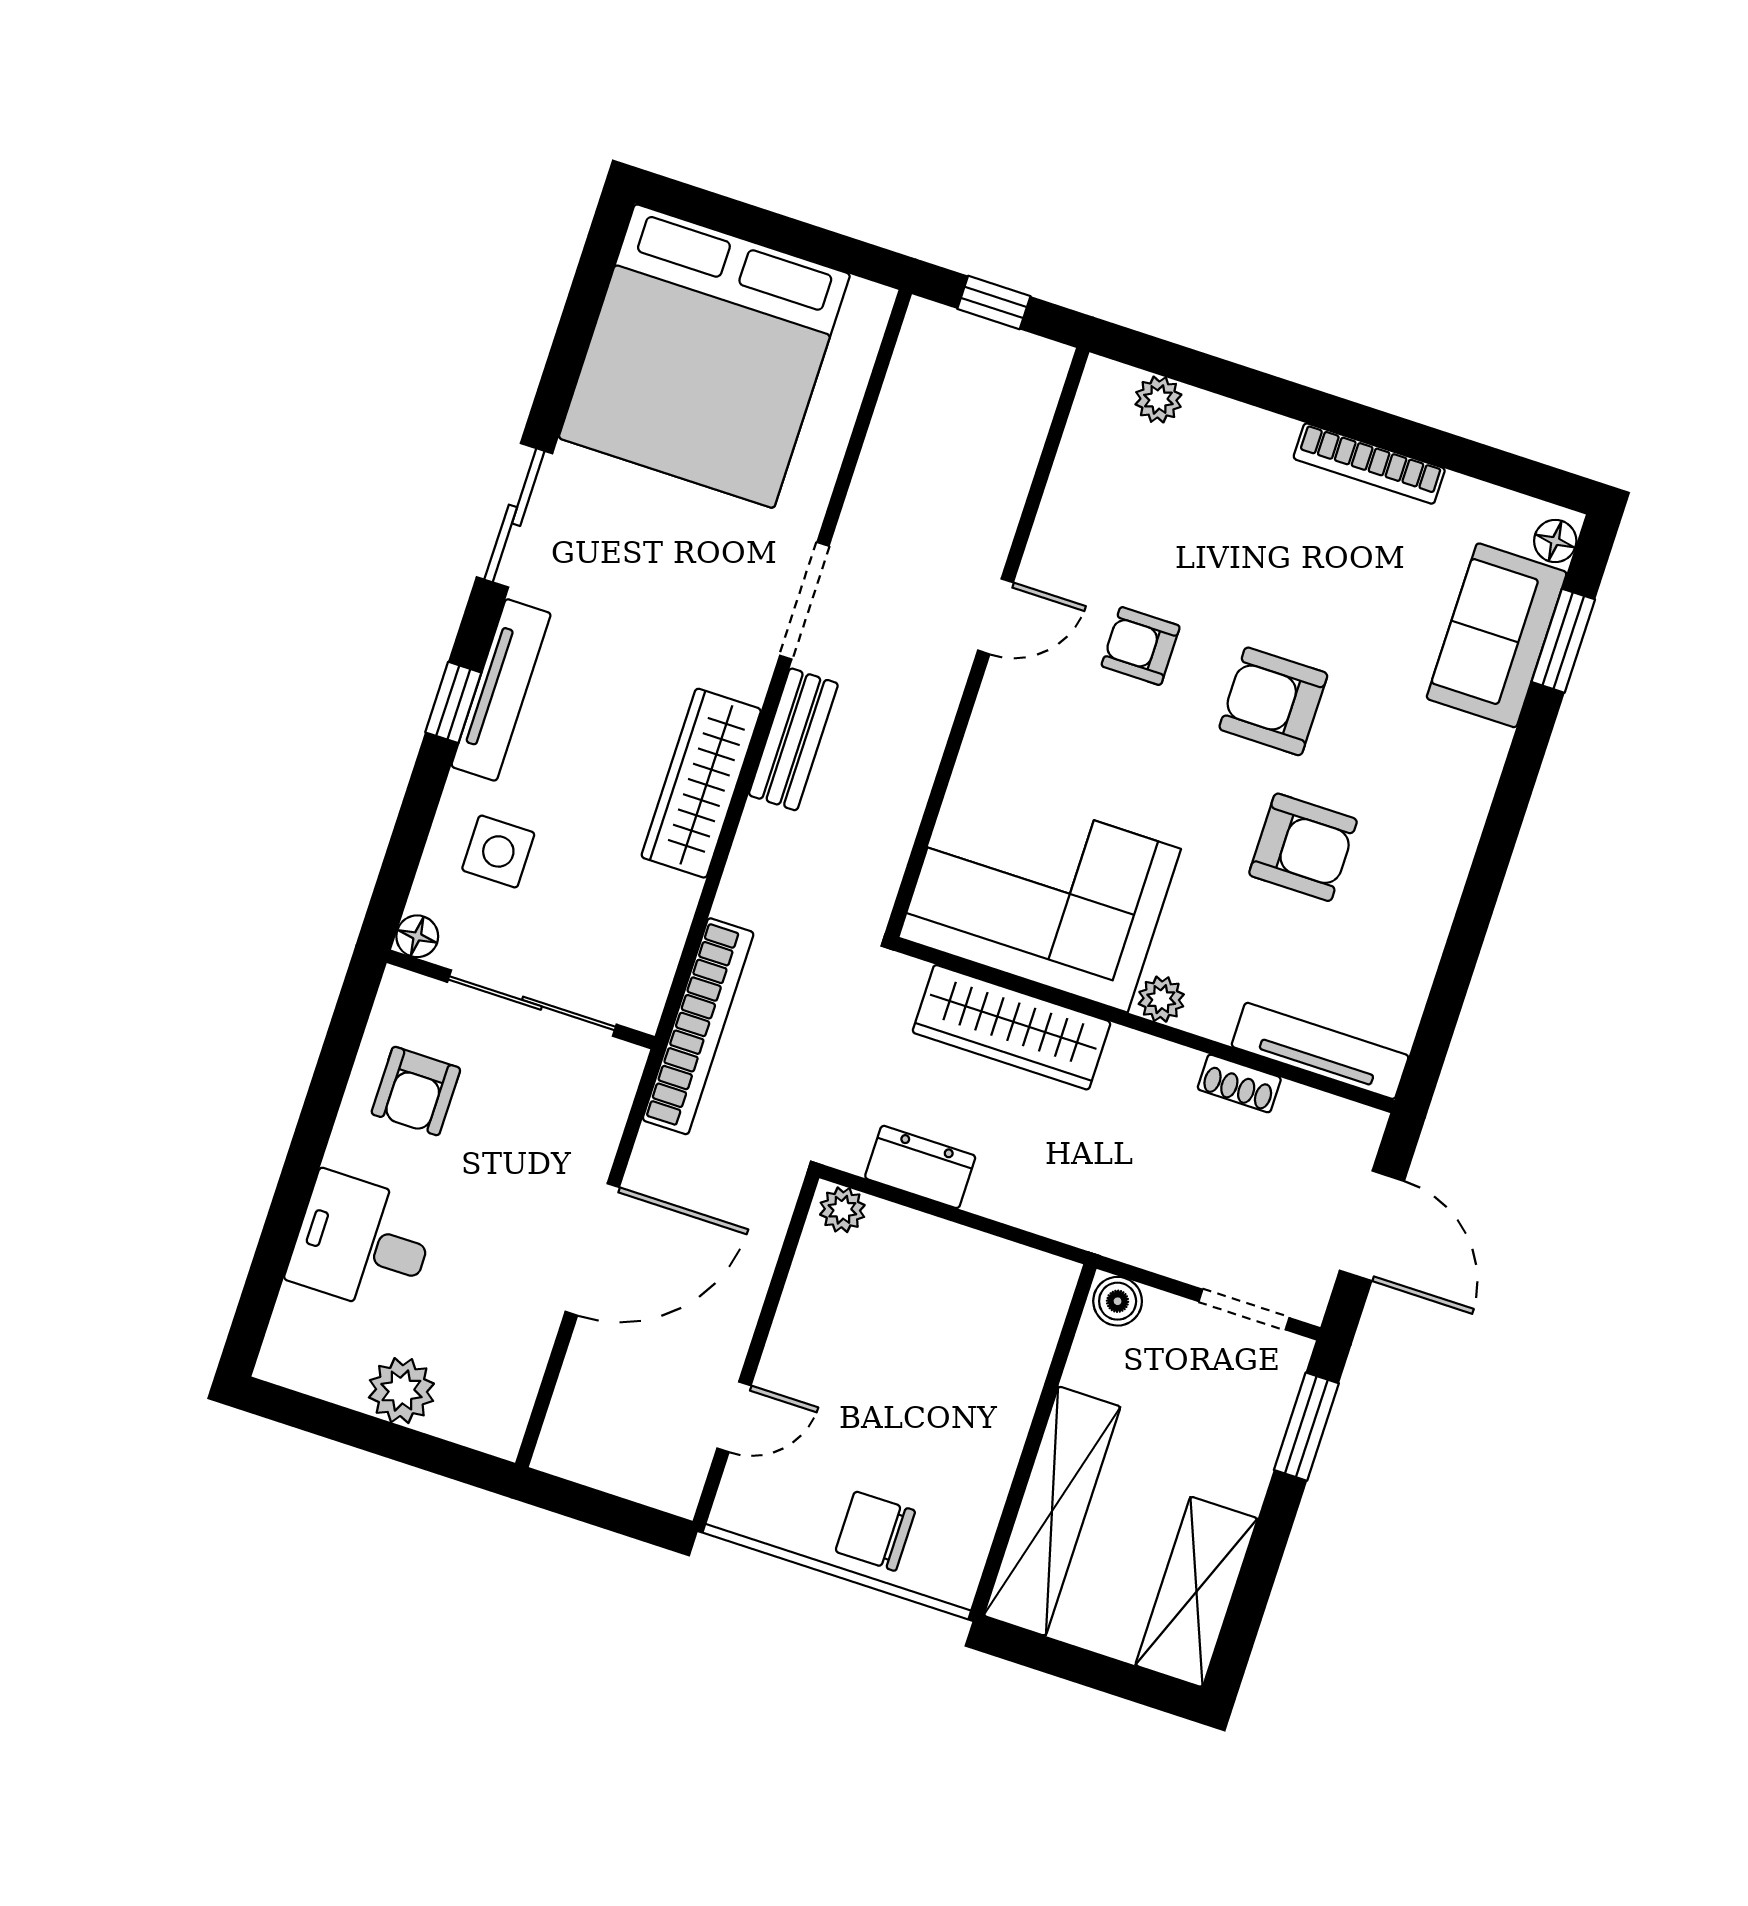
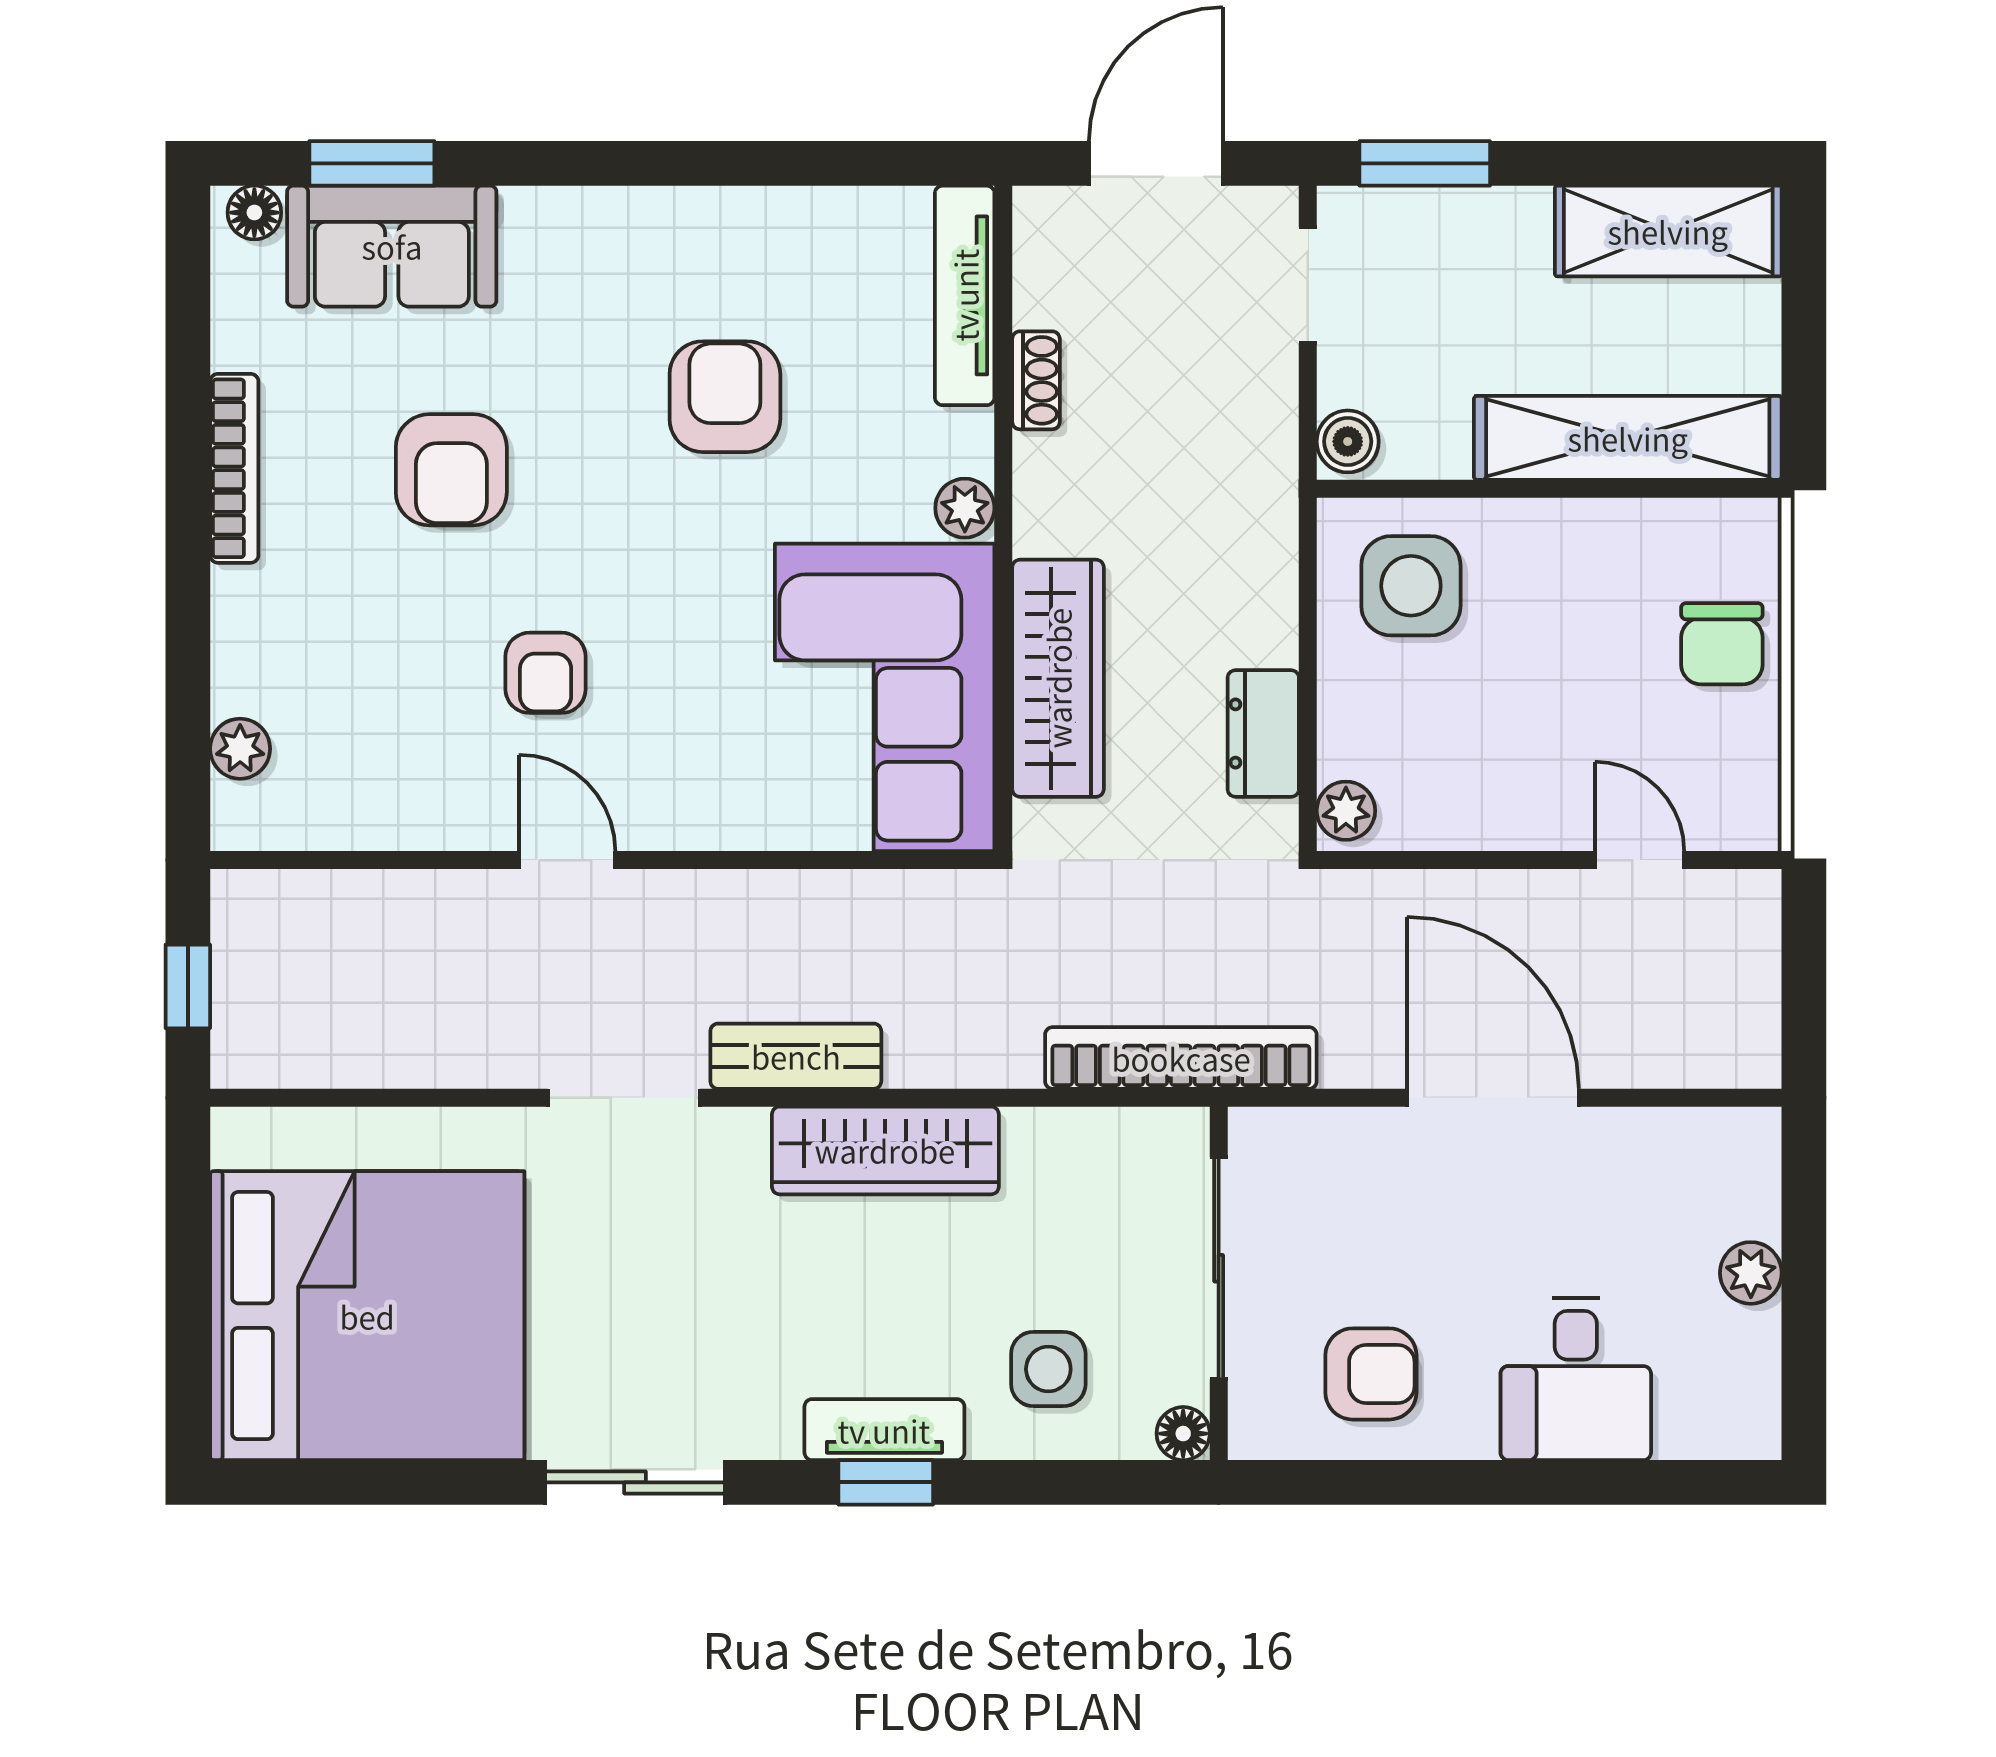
tv unit: (501, 690) -> (884, 1430), width x0.71
armchair: (1273, 701) -> (451, 470), moved
side table: (994, 1313) -> (1411, 586), added
plant: (401, 1391) -> (1751, 1273), width x0.73, depth x0.73

